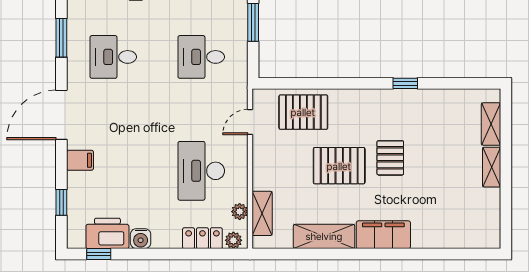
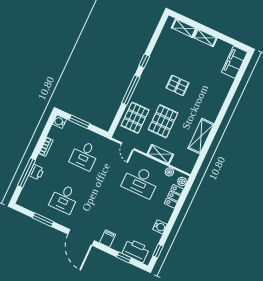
window: (346, 83) -> (131, 90), added
pallet: (339, 166) -> (163, 121), moved
shelving: (262, 213) -> (160, 154), moved
printer: (107, 233) -> (136, 251), moved, turned 90
filing cabinet: (383, 235) -> (234, 62), moved

